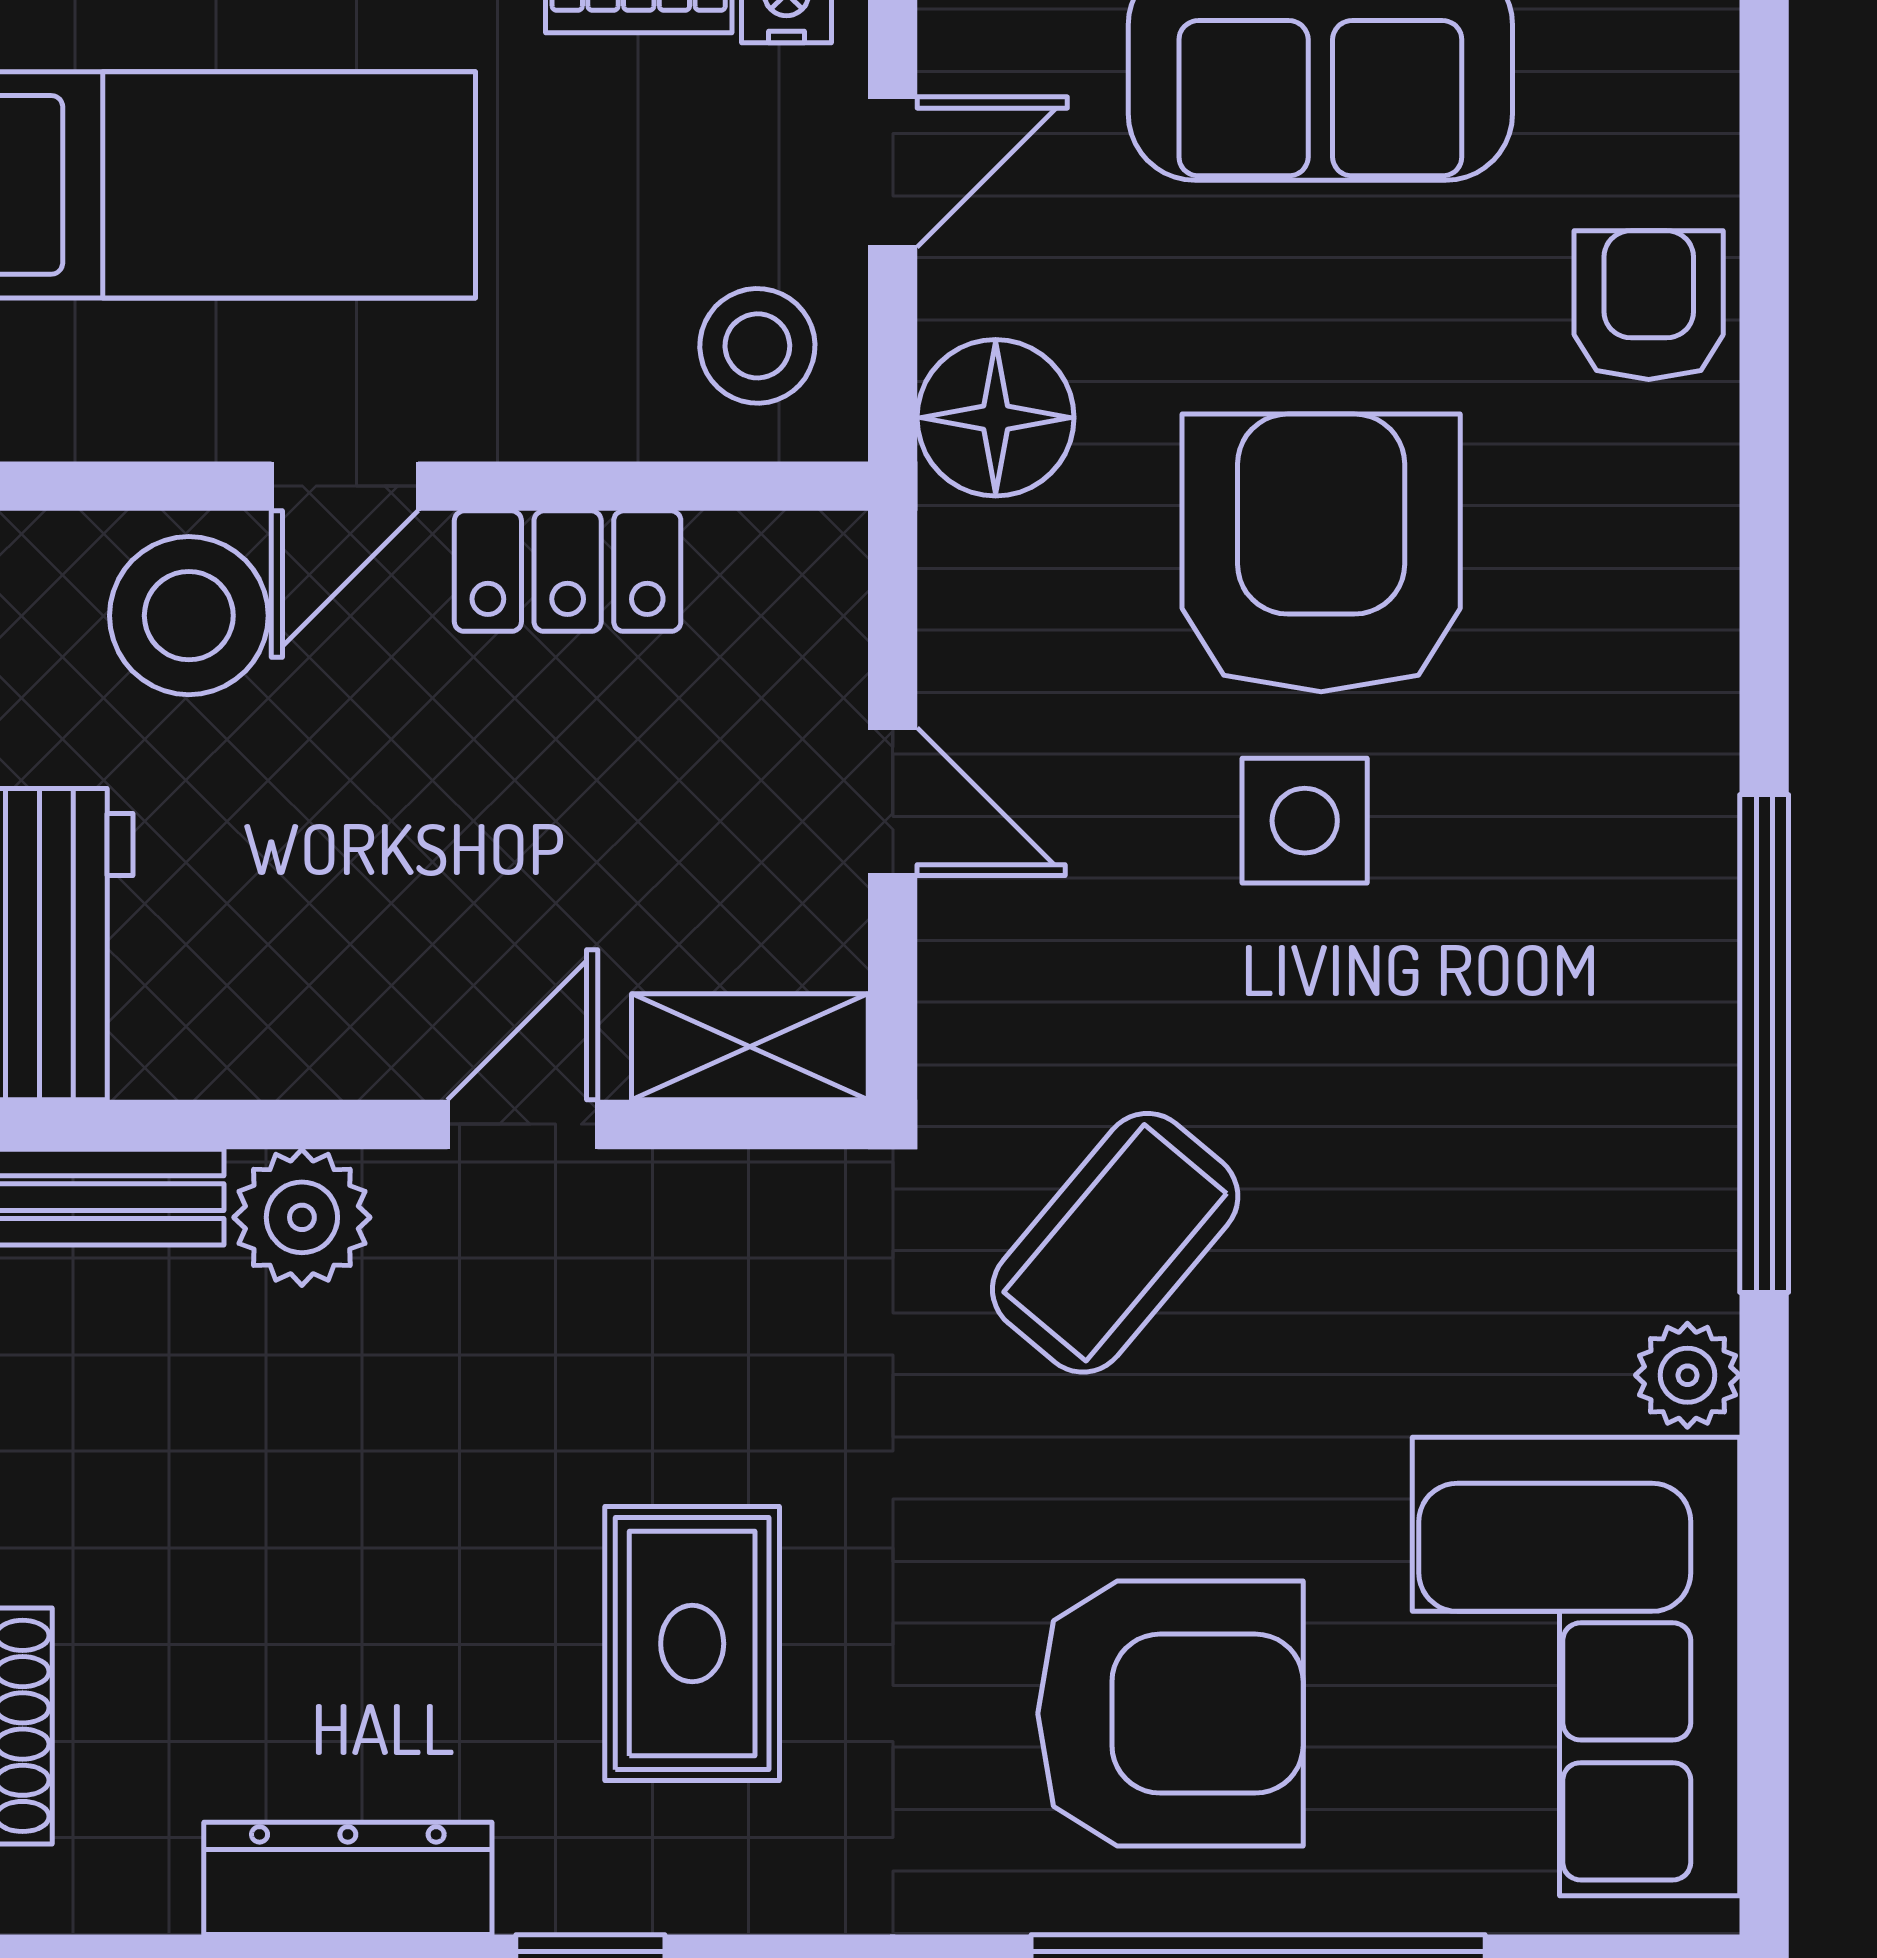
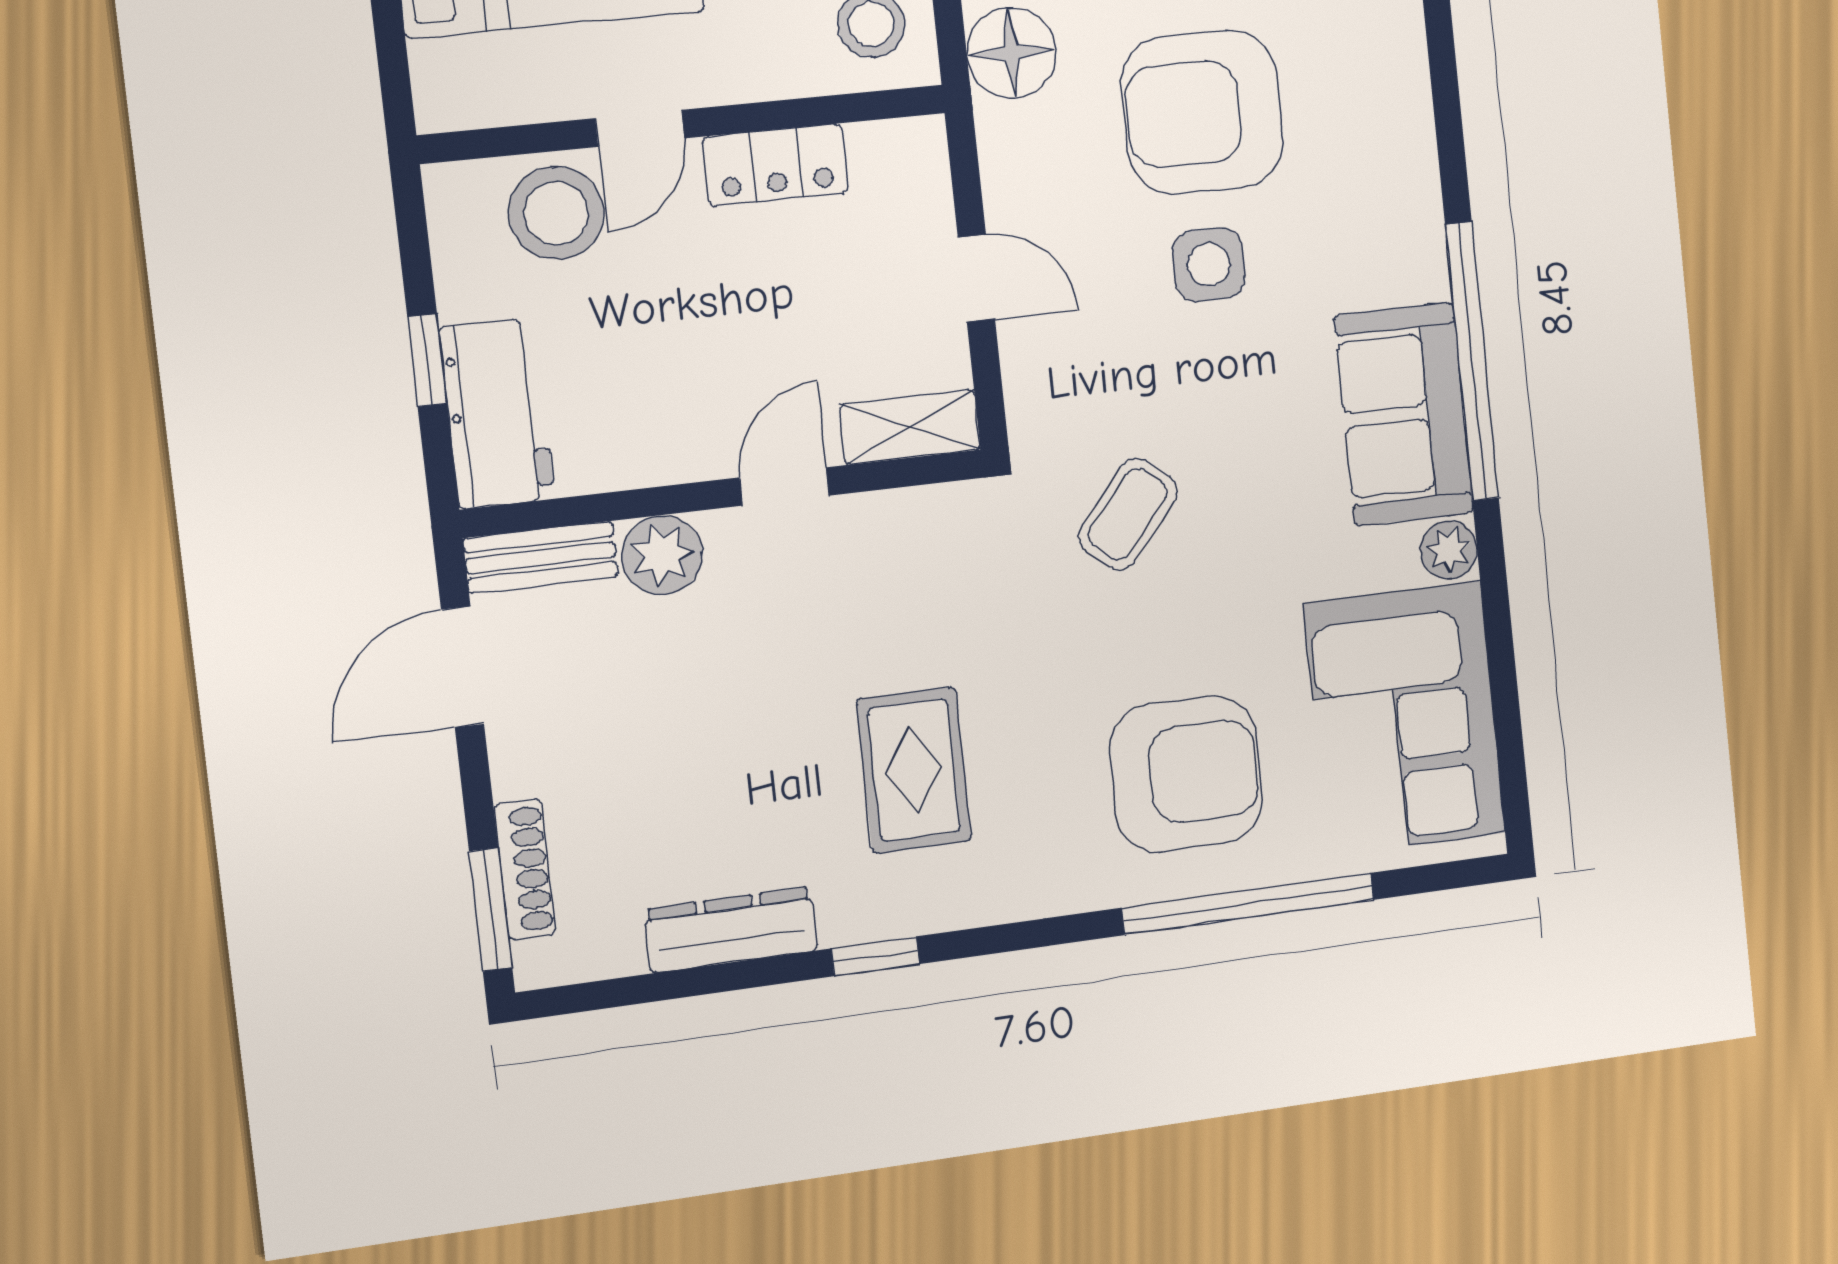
armchair: (1321, 553) -> (1202, 112), turned -90
sofa: (1630, 1124) -> (1404, 414), added
coffee table: (1115, 1243) -> (1128, 514), width x0.73, depth x0.77

